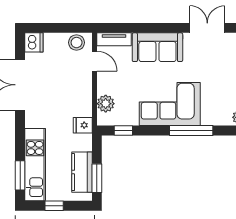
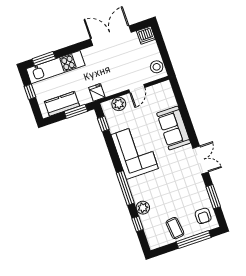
tv unit: (114, 39) -> (169, 94), removed
door: (95, 61) -> (137, 89), moved
window: (191, 130) -> (125, 188), moved
window: (97, 178) -> (76, 111), moved

